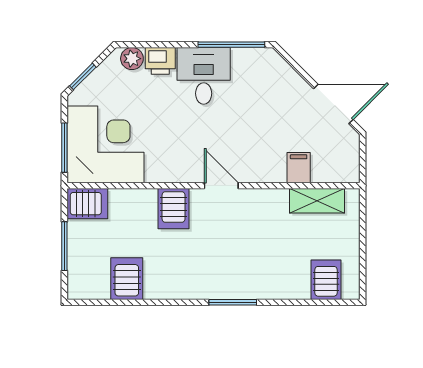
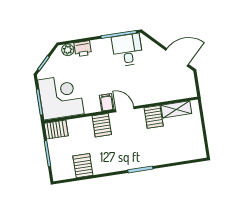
desk: (204, 76) -> (127, 50), moved
filing cabinet: (299, 168) -> (107, 102), moved
server rack: (326, 280) -> (154, 117), moved, turned 180

